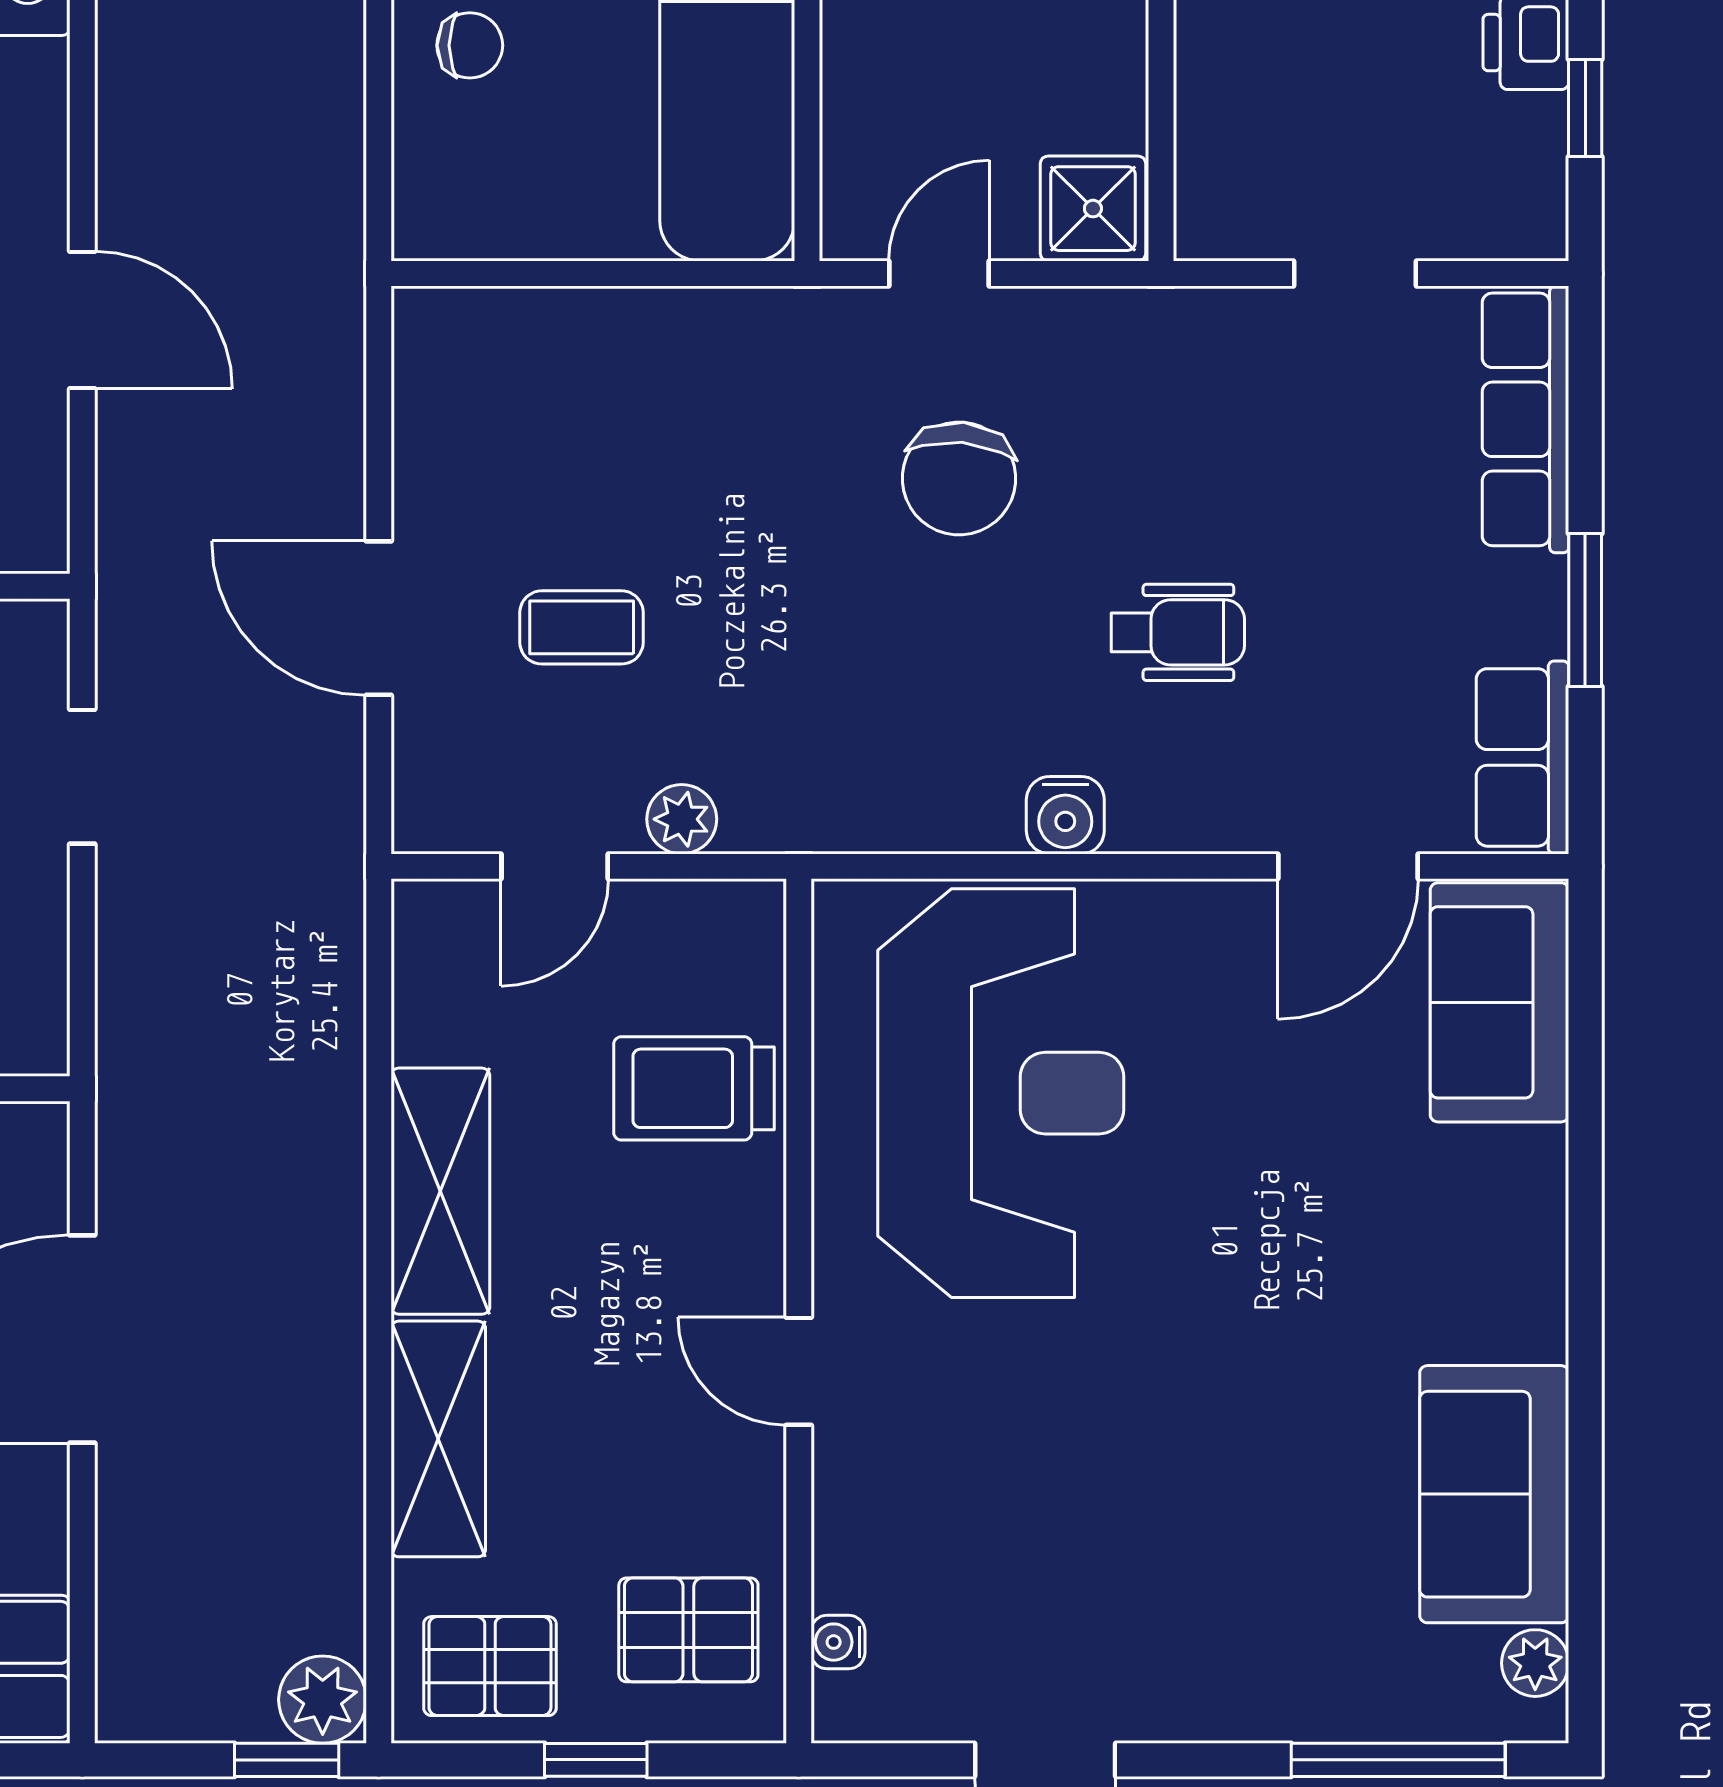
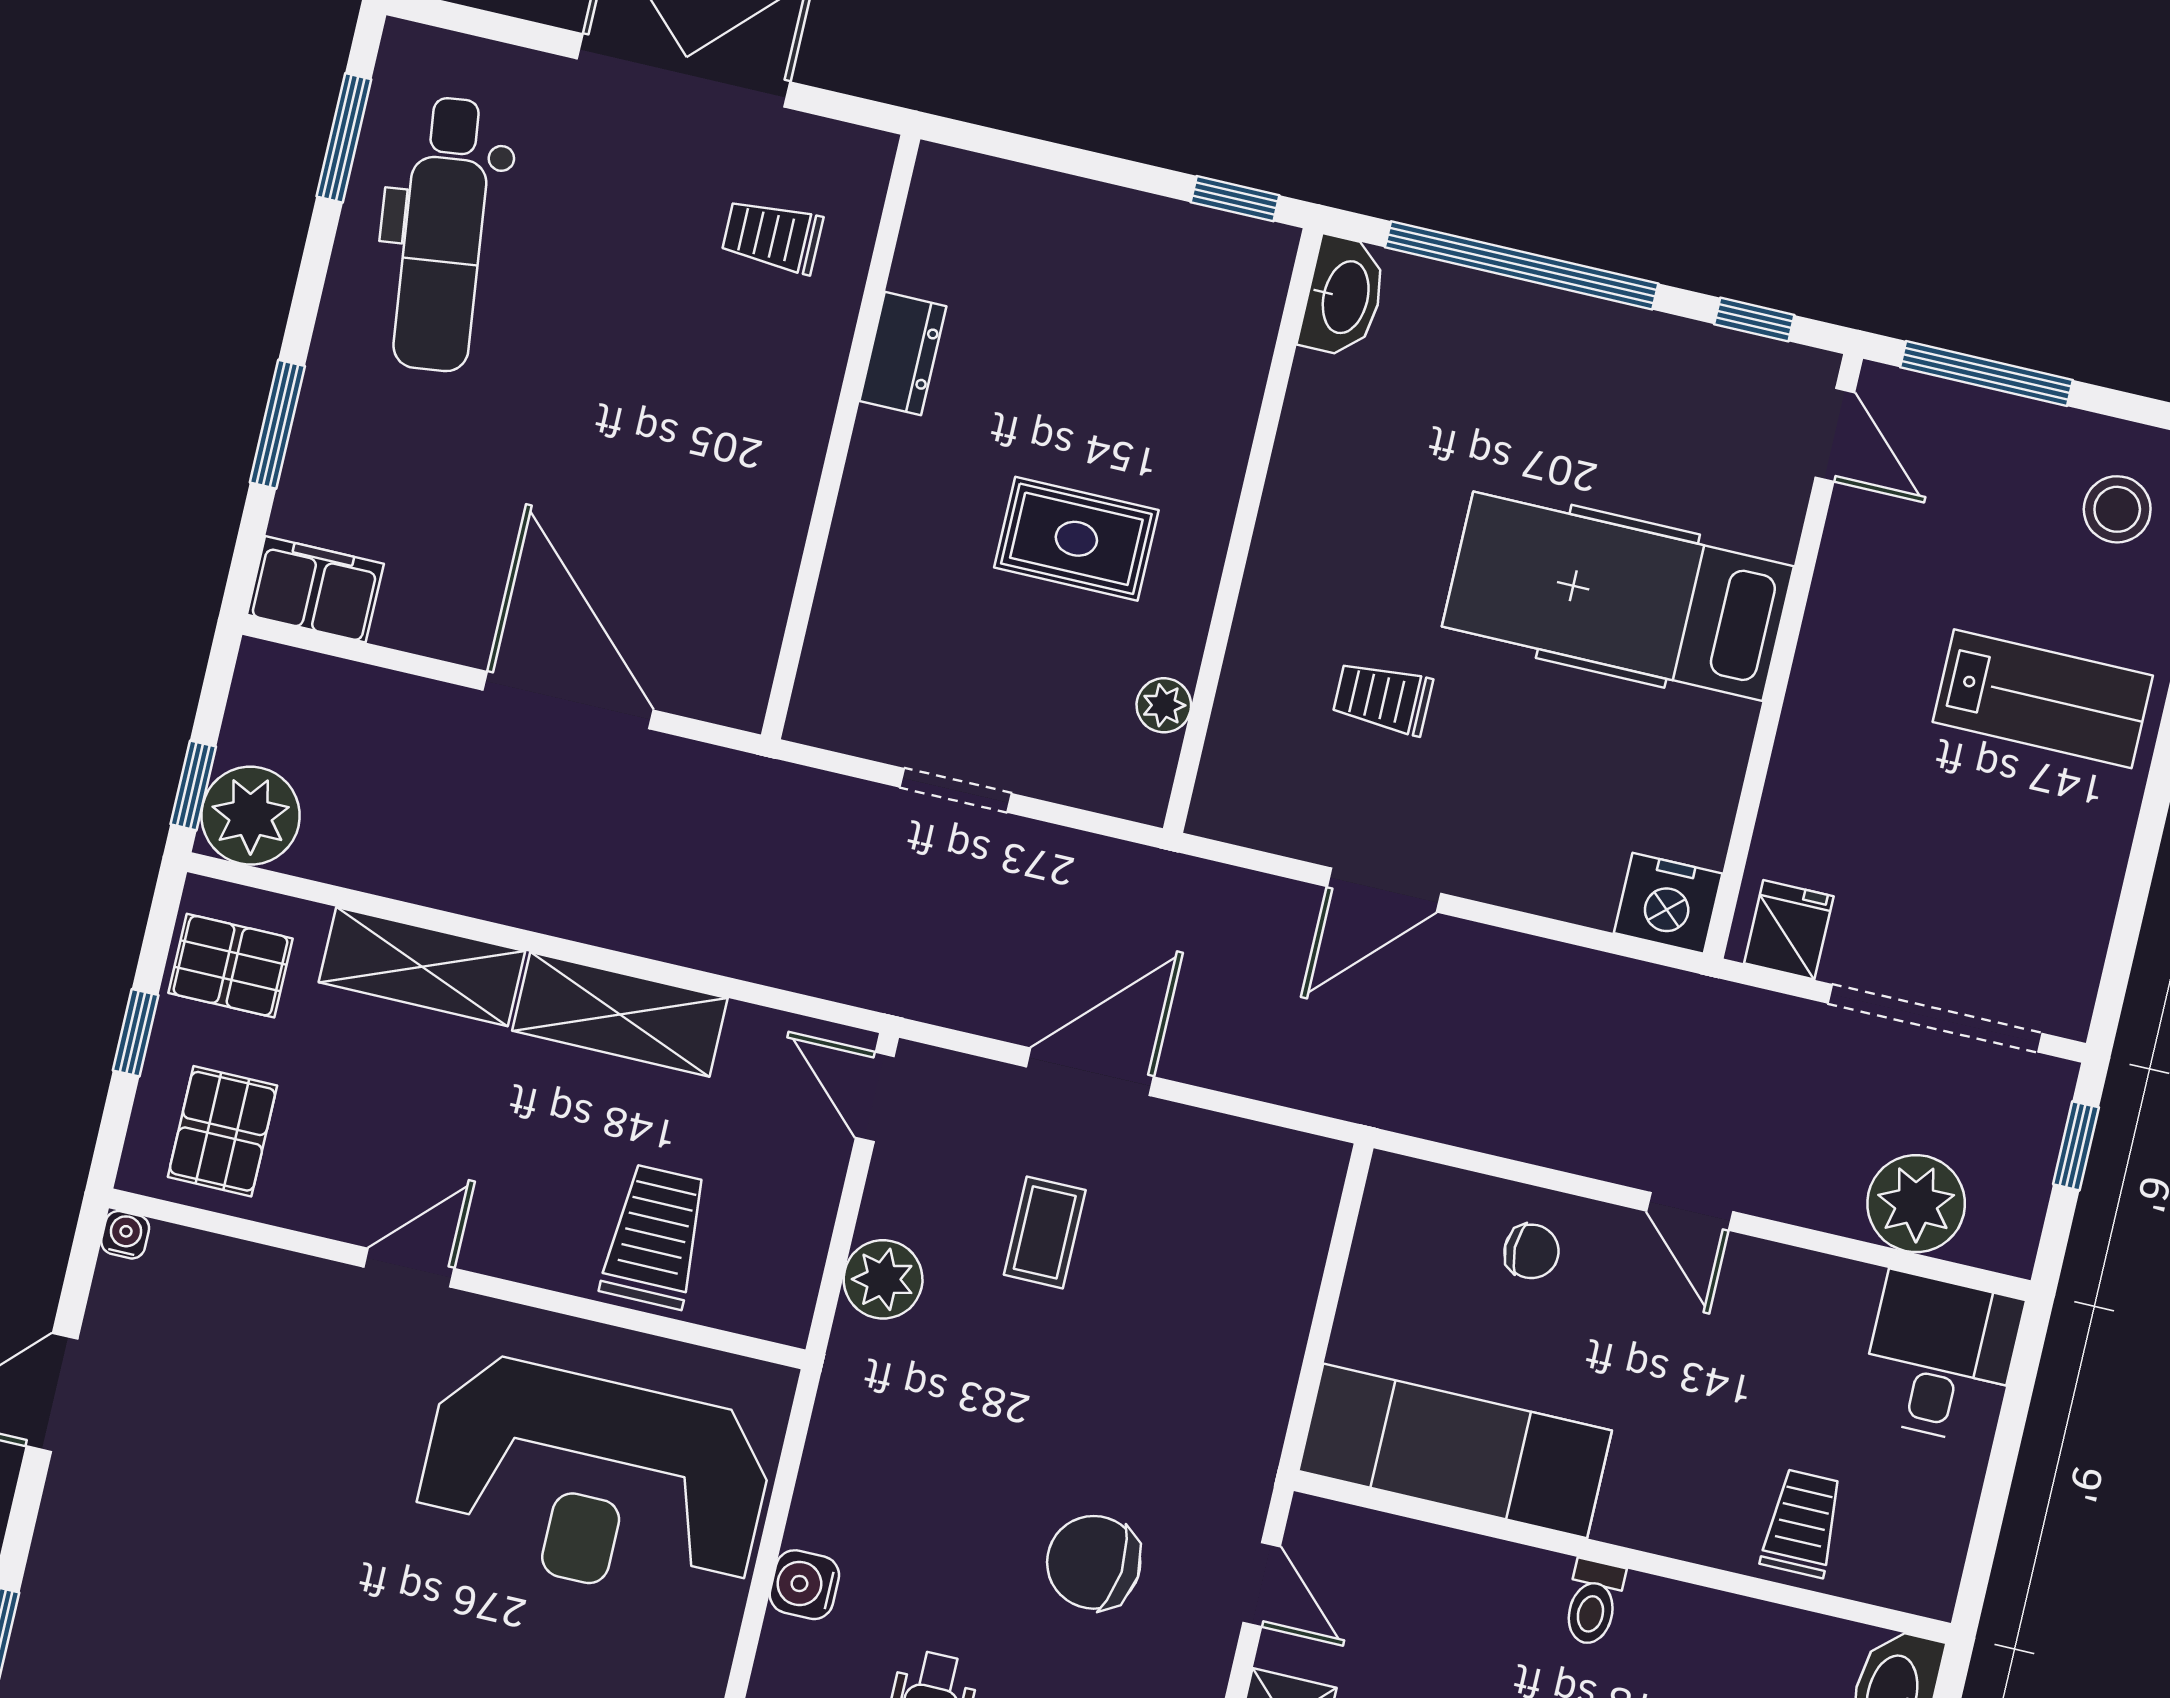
chair: (470, 45) -> (1532, 1251), turned -90
doorway: (82, 777) -> (956, 790), moved
plant: (682, 819) -> (883, 1279), width x1.38, depth x1.38
door: (555, 866) -> (875, 1097), moved
water cooler: (838, 1642) -> (125, 1235), moved
pallet: (490, 1666) -> (230, 966), turned 90
plant: (323, 1700) -> (251, 816), width x1.36, depth x1.36

